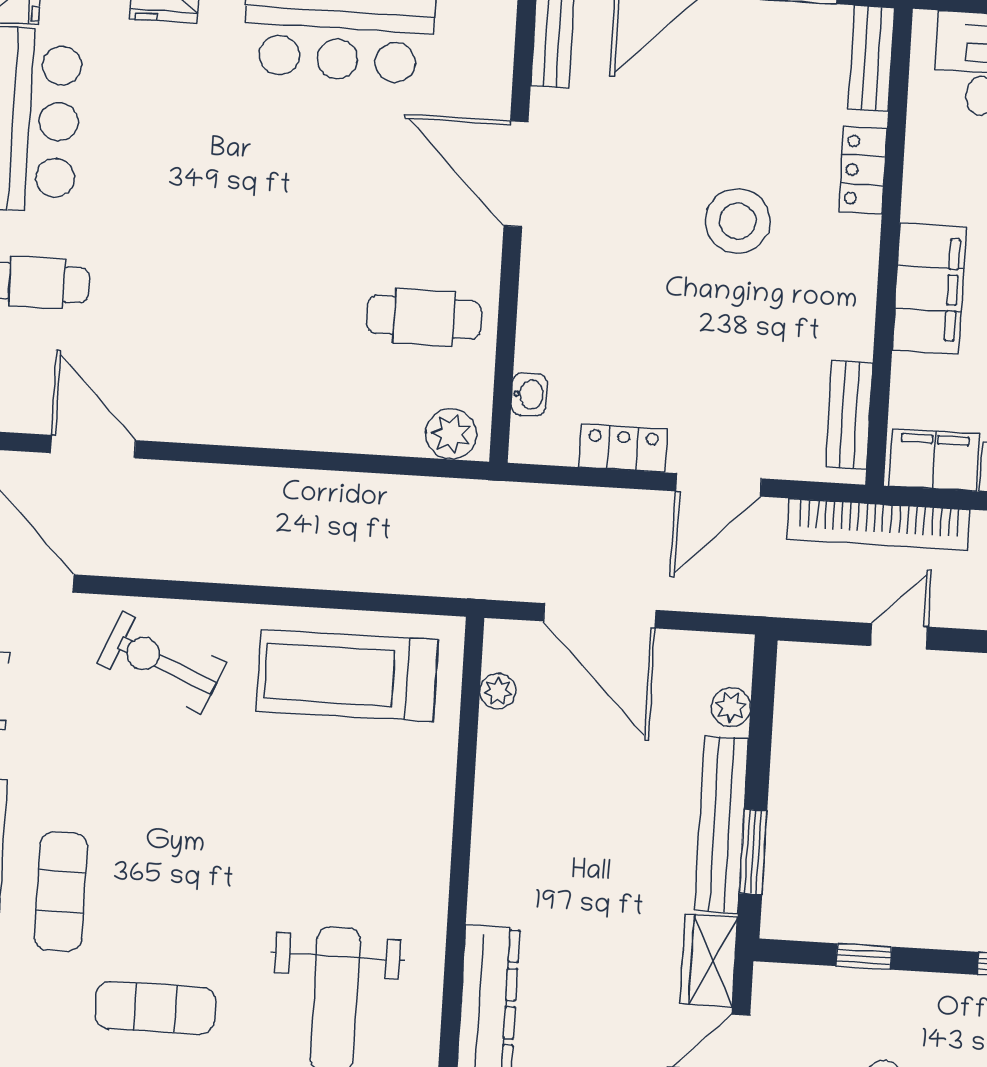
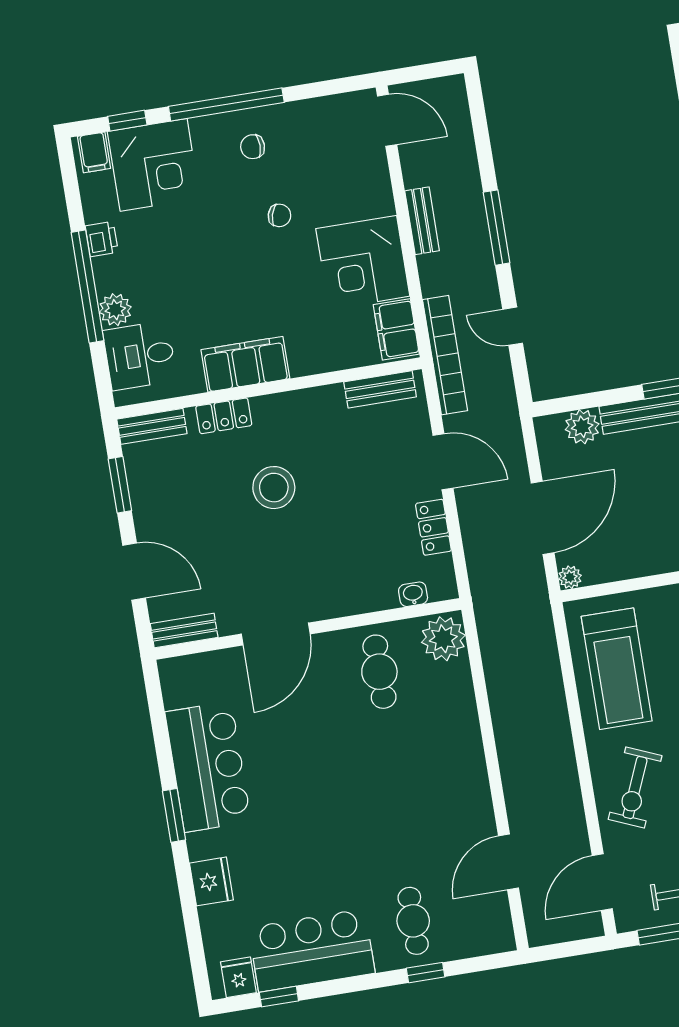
filing cabinet: (929, 289) -> (245, 364), moved
plant: (451, 434) -> (443, 639), width x1.36, depth x1.36
plant: (498, 691) -> (570, 577), moved
plant: (731, 707) -> (582, 427), width x1.38, depth x1.38

